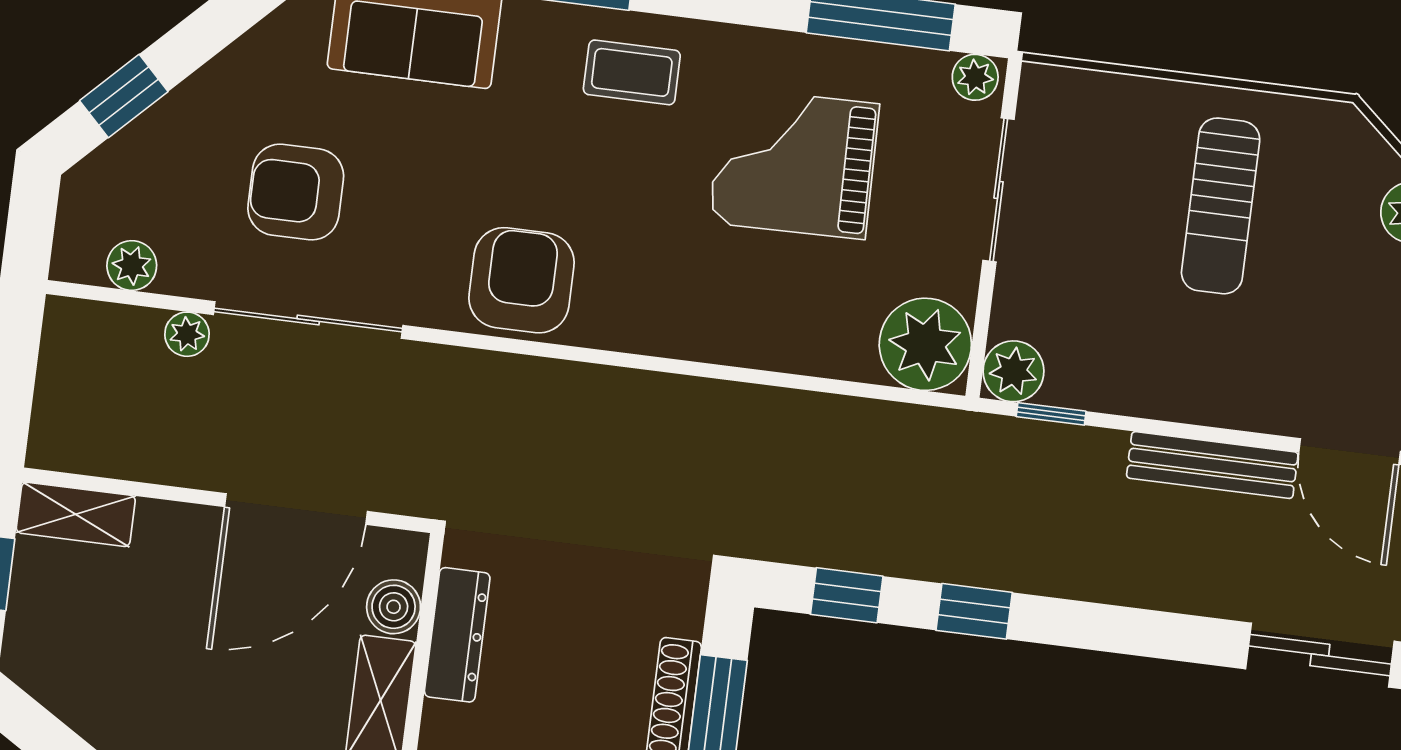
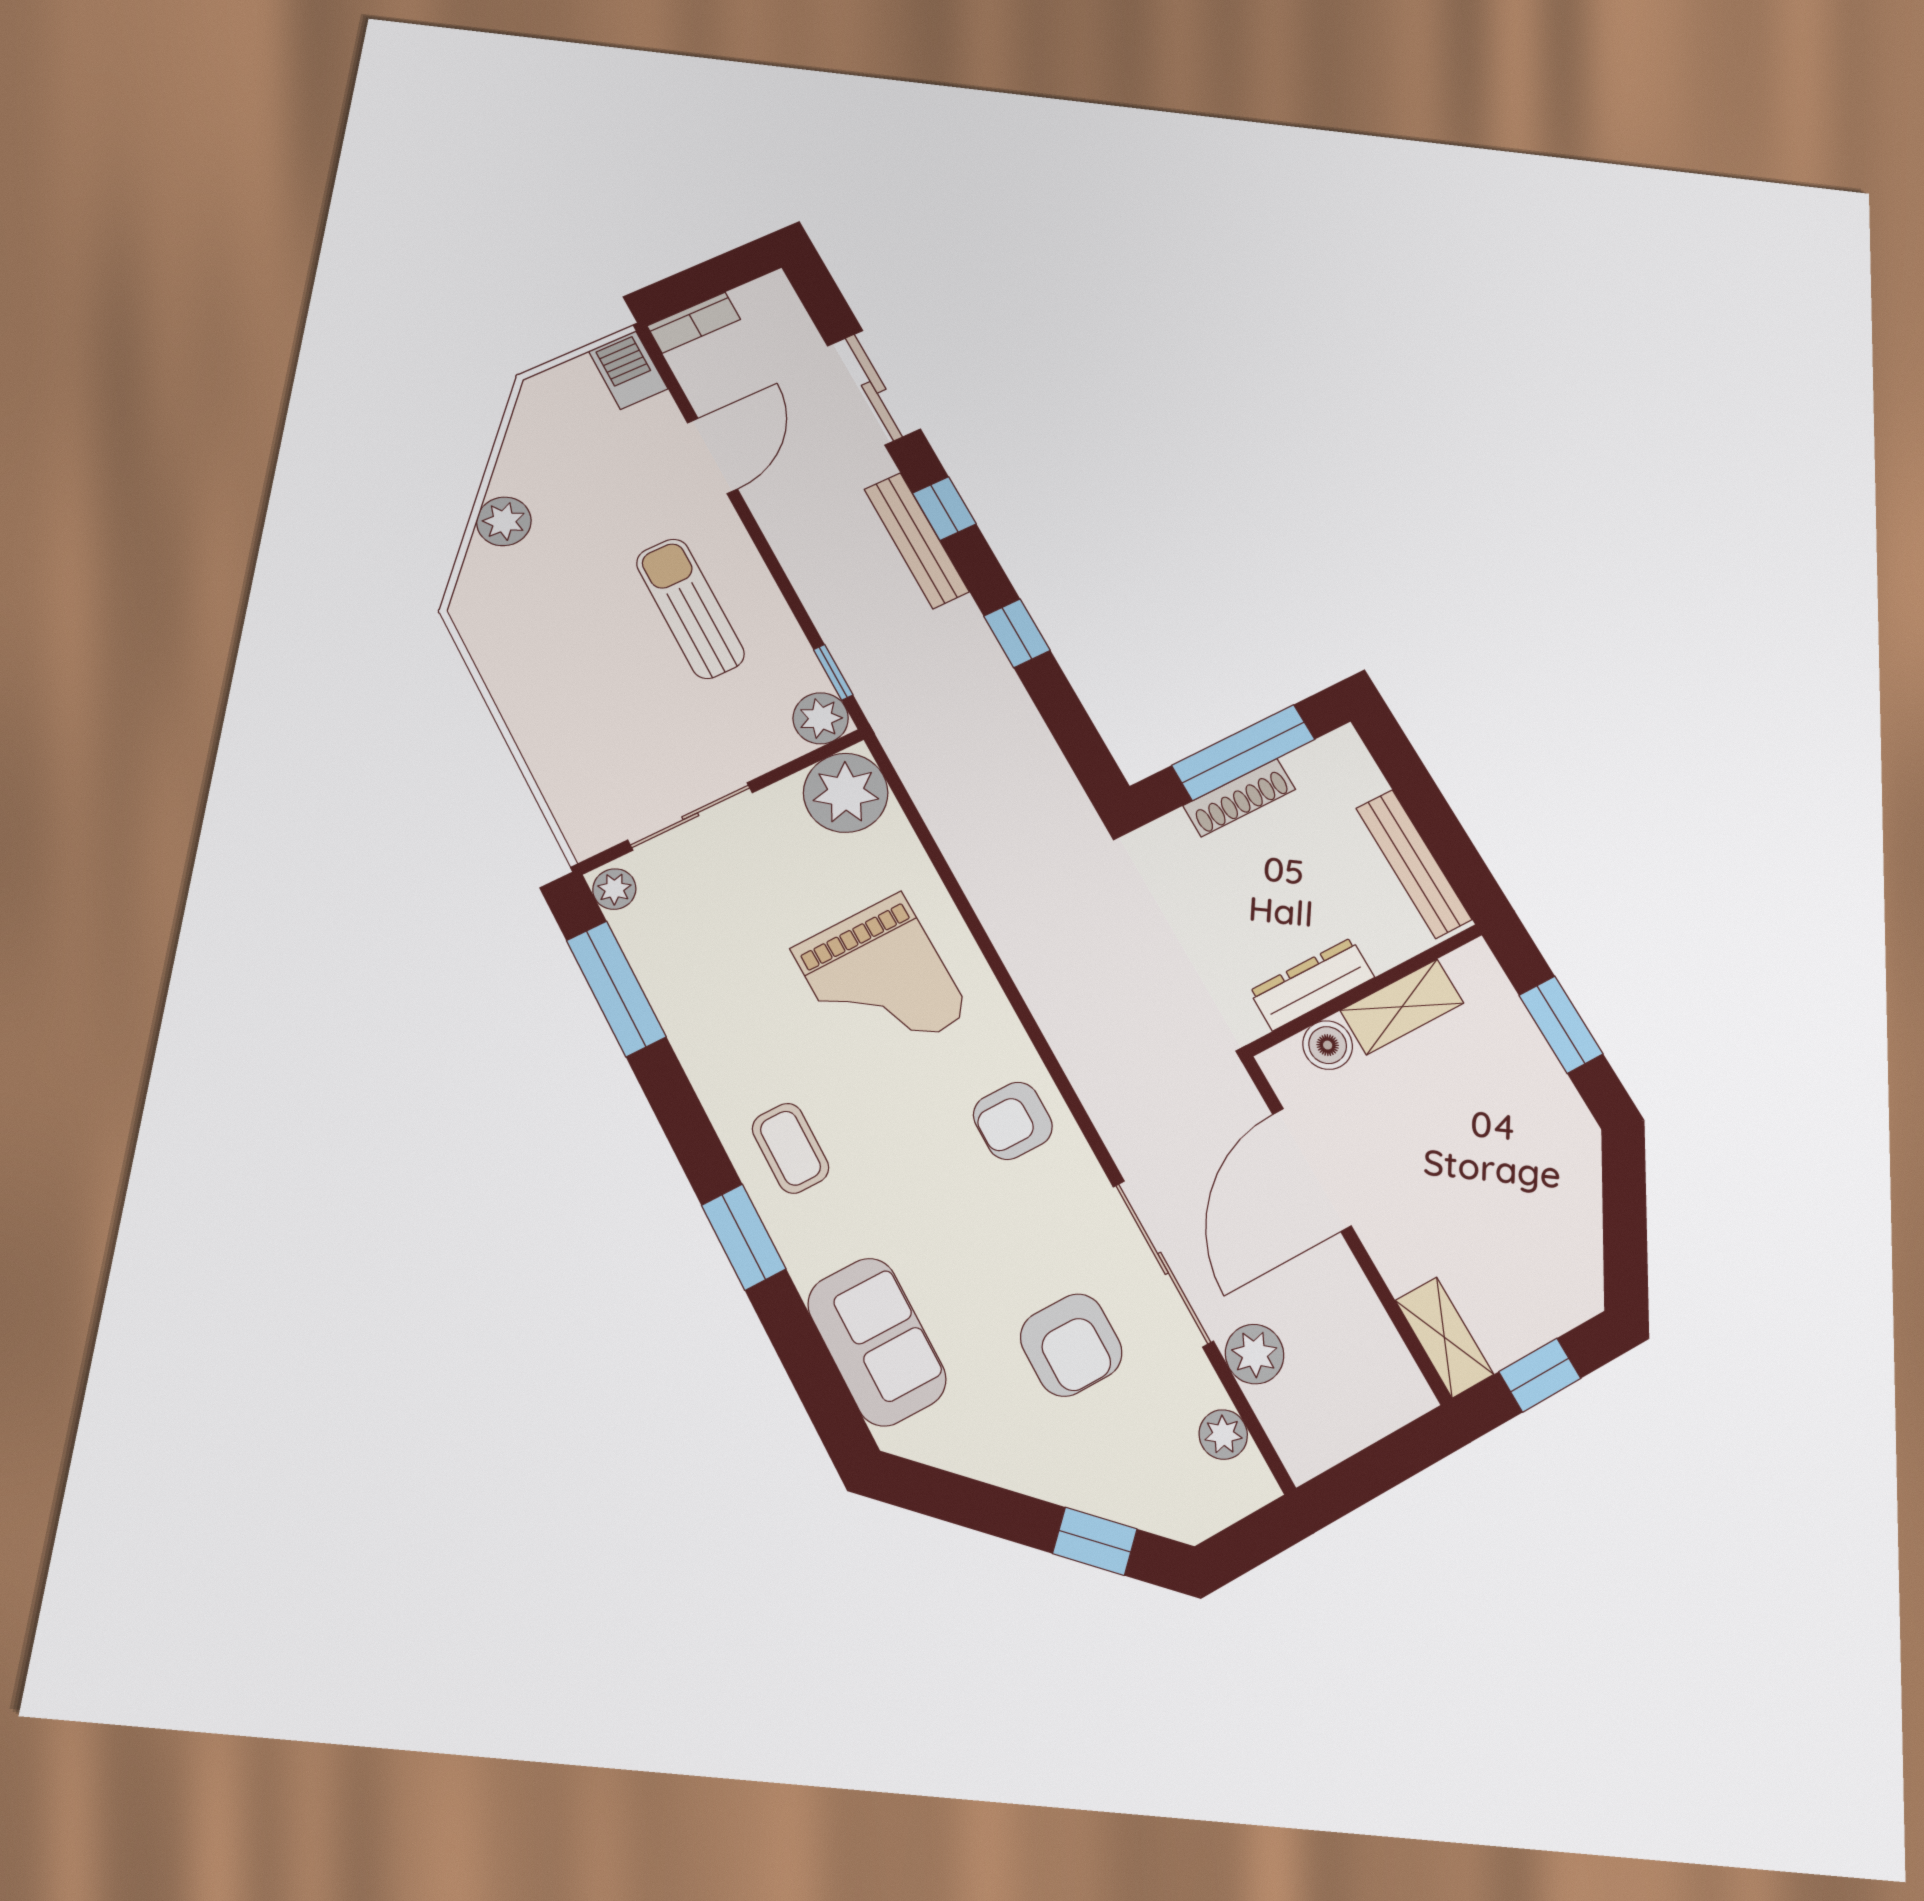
grand piano: (794, 163) -> (881, 981), moved
sun lounger: (1221, 206) -> (690, 608), moved, turned -90
armchair: (521, 280) -> (1013, 1121), width x0.72, depth x0.72
plant: (187, 334) -> (1255, 1354), width x1.38, depth x1.38
bench: (1212, 465) -> (916, 540), moved
door: (296, 509) -> (1312, 1170), swing flipped
window: (847, 595) -> (944, 508), moved

